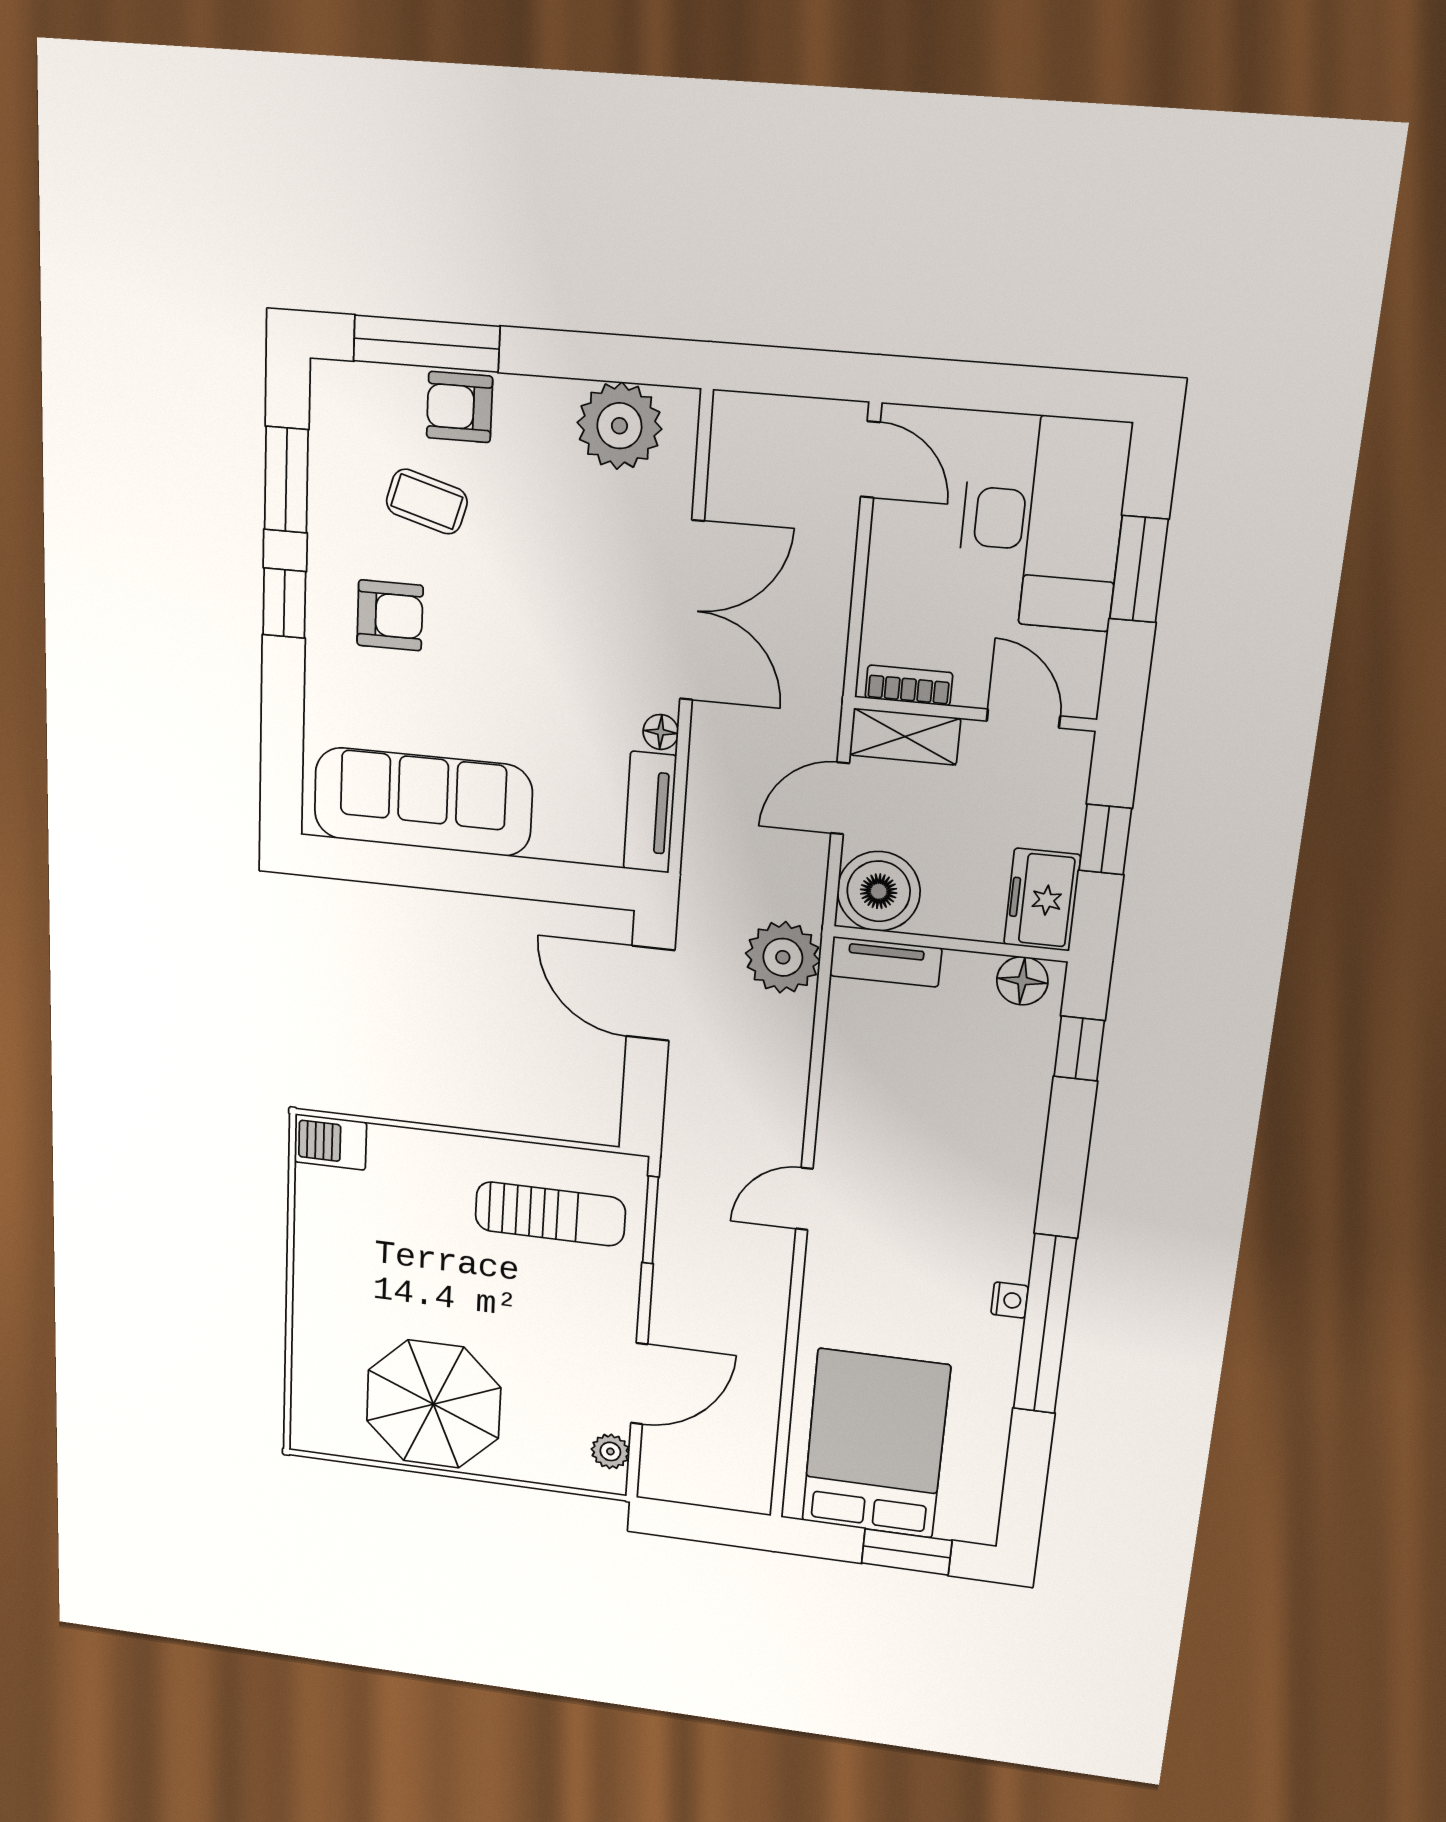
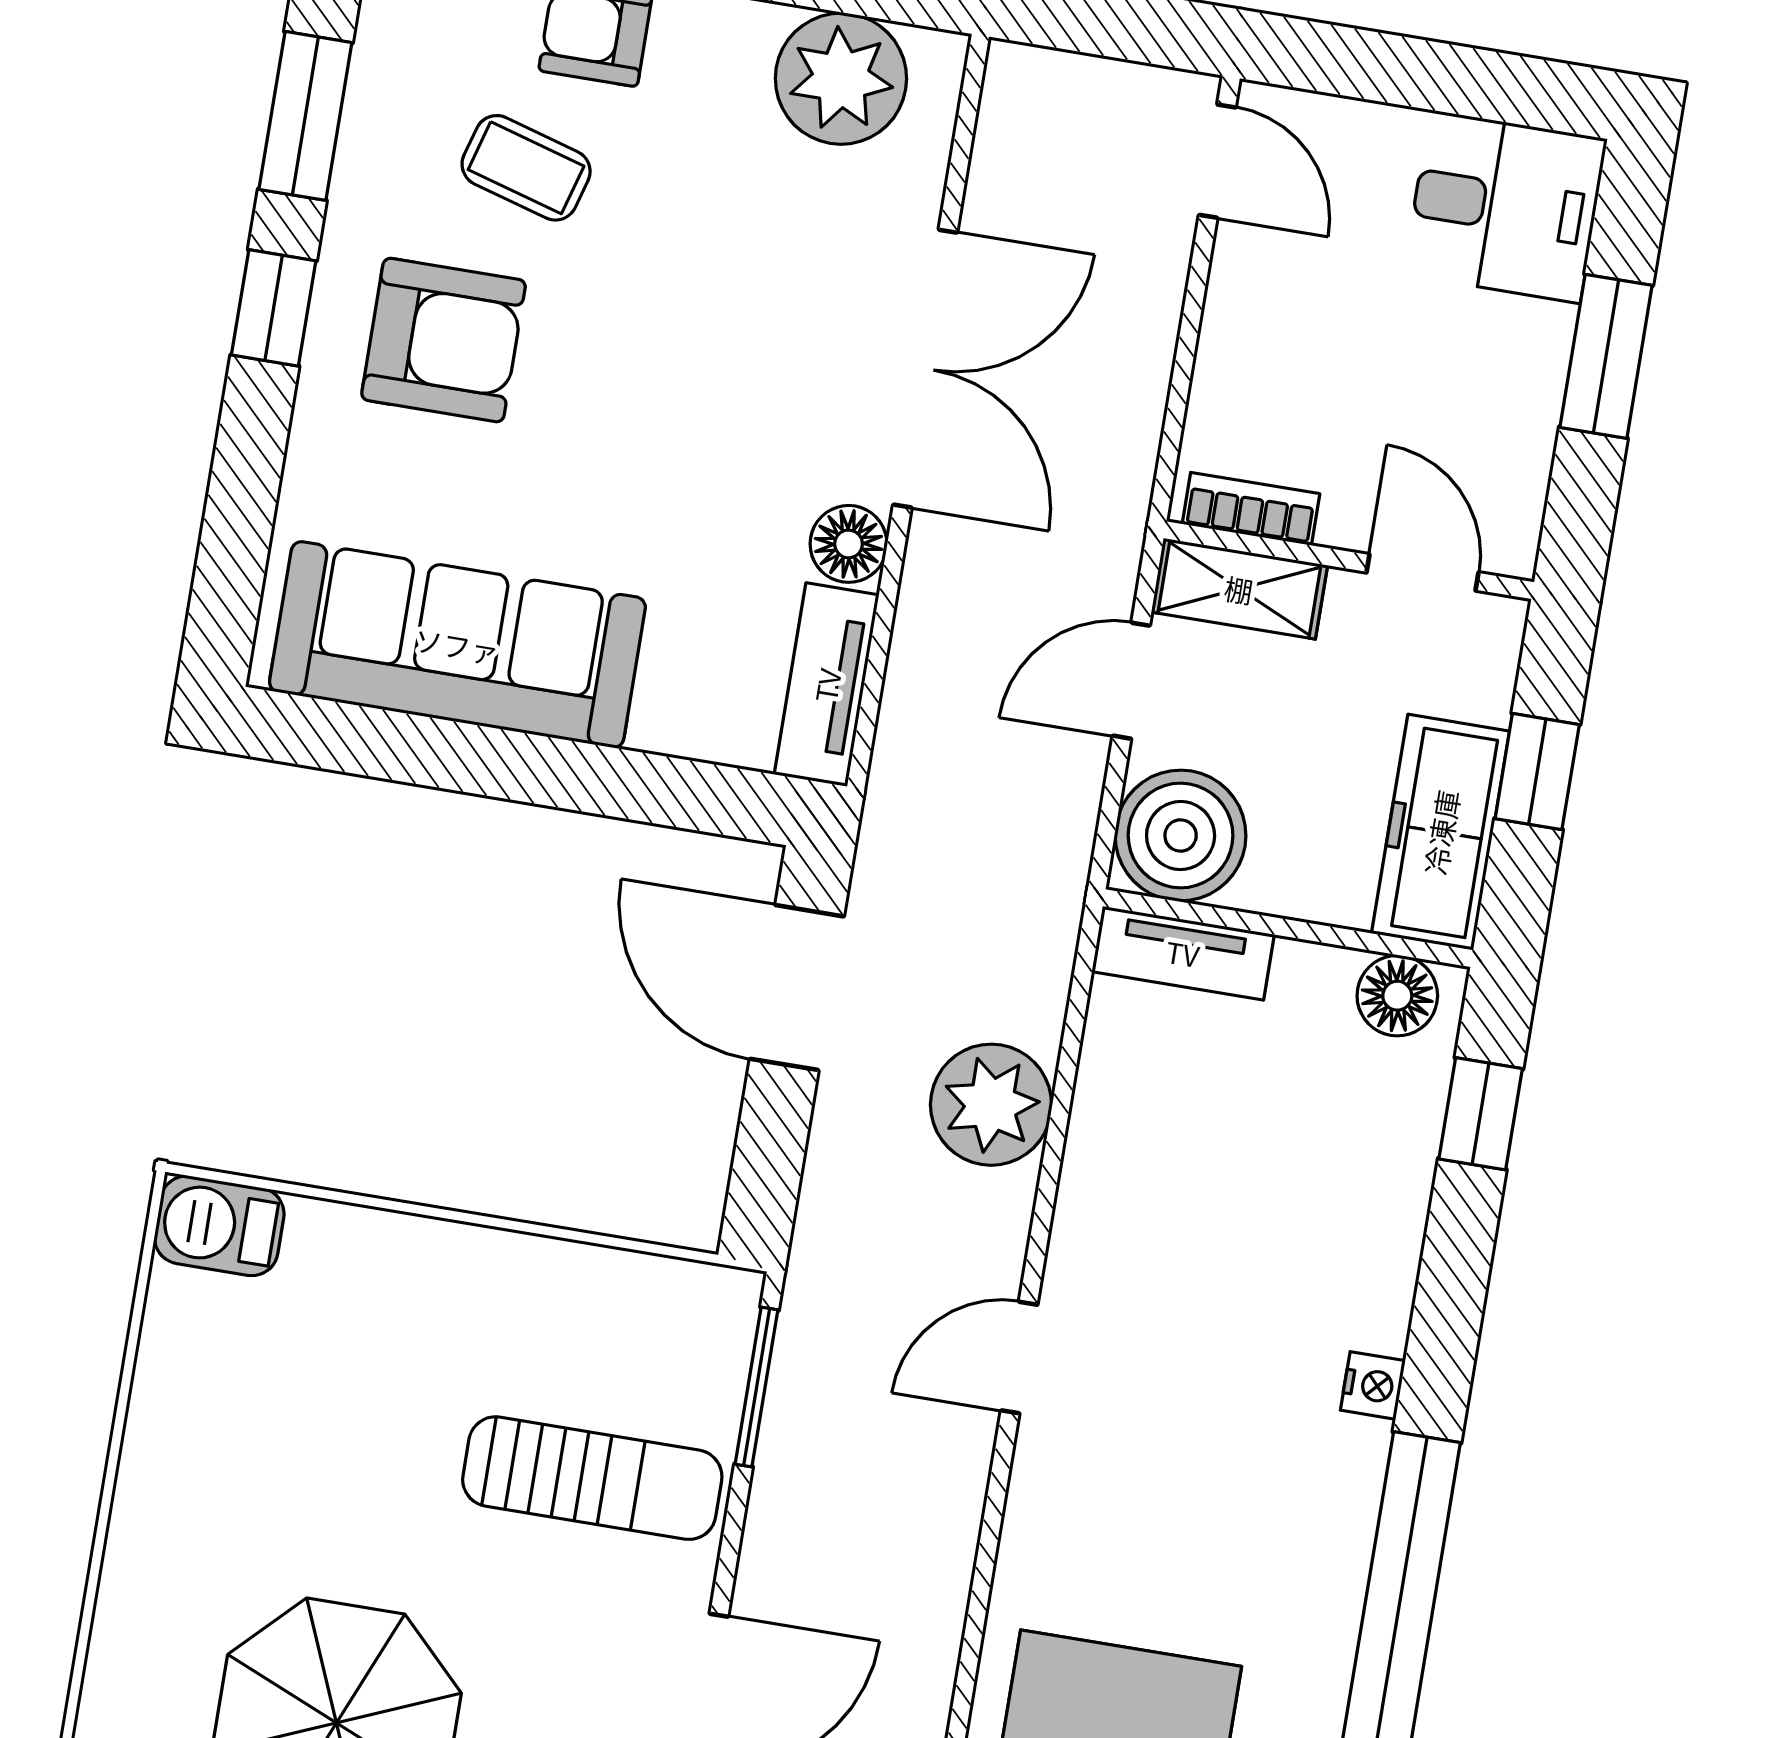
desk: (1042, 522) -> (1505, 207), width x0.53, depth x0.77
armchair: (390, 615) -> (444, 340), width x1.38, depth x1.38
floor lamp: (661, 732) -> (849, 544), width x1.37, depth x1.37
freezer: (1042, 900) -> (1441, 832), width x1.40
plant: (783, 957) -> (991, 1105), moved
sun lounger: (550, 1214) -> (592, 1478), moved
nightstand: (1010, 1300) -> (1373, 1385), moved

